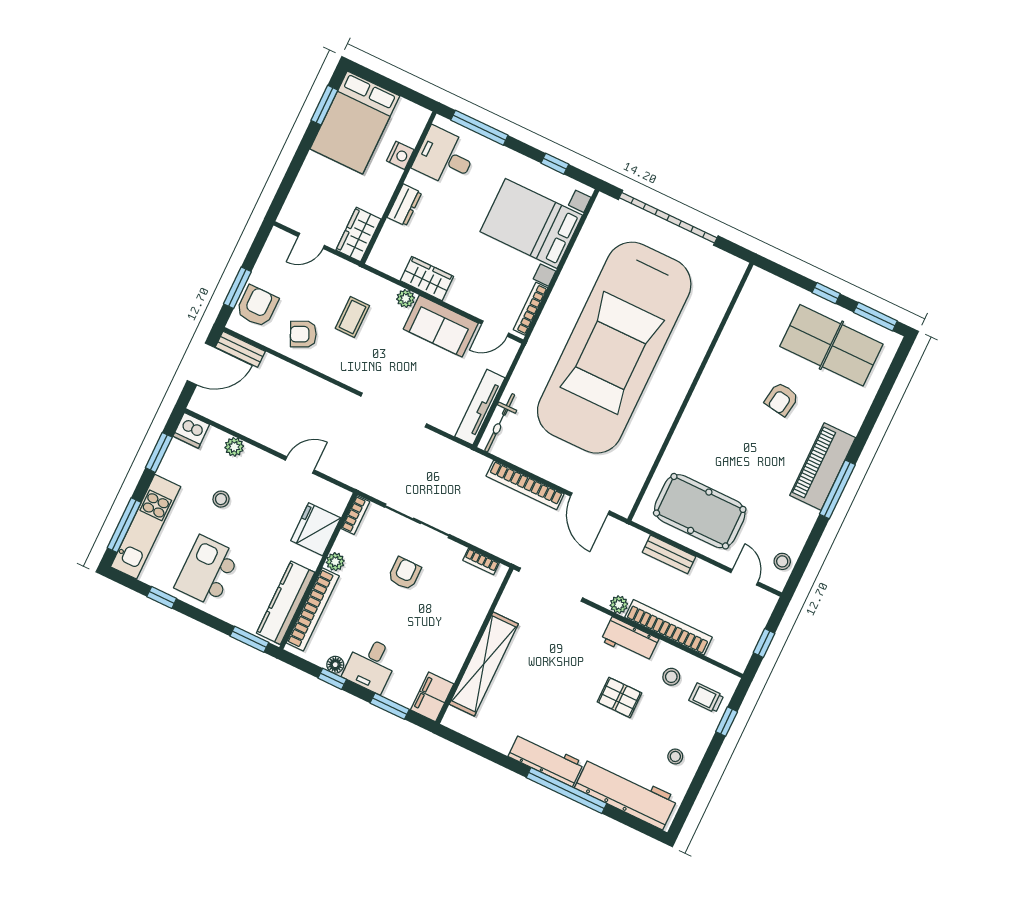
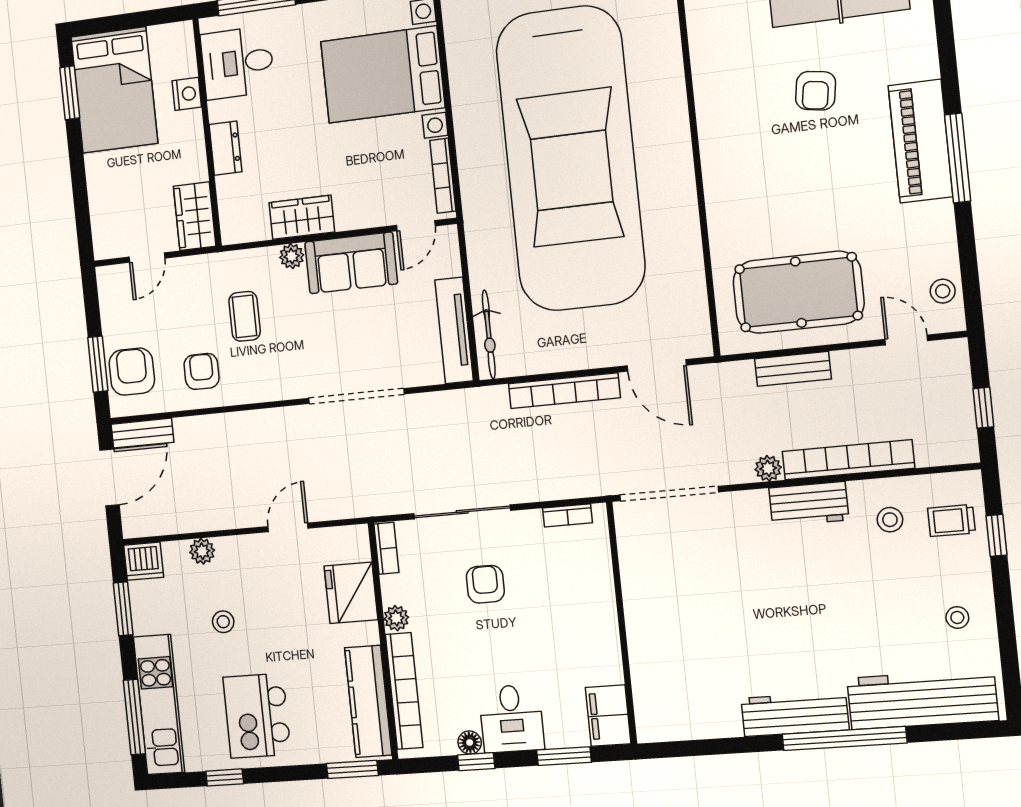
armchair: (303, 334) -> (202, 371), turned 115
shelving: (484, 664) -> (646, 639), removed
pallet: (619, 697) -> (840, 584), removed

